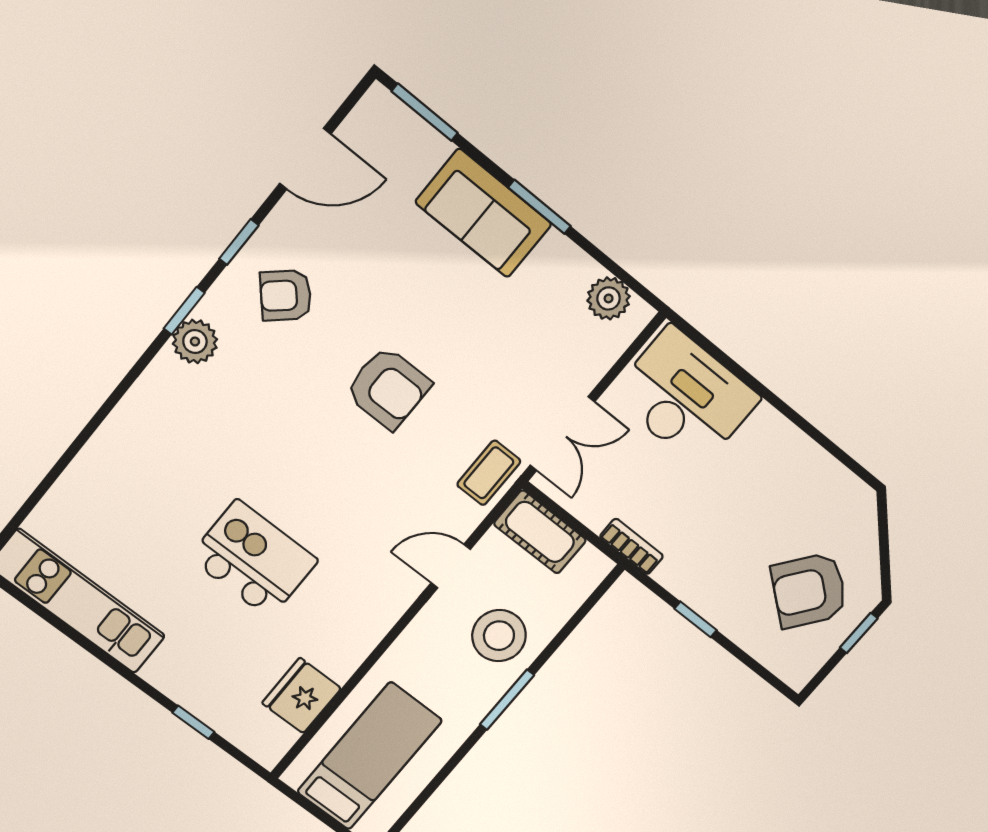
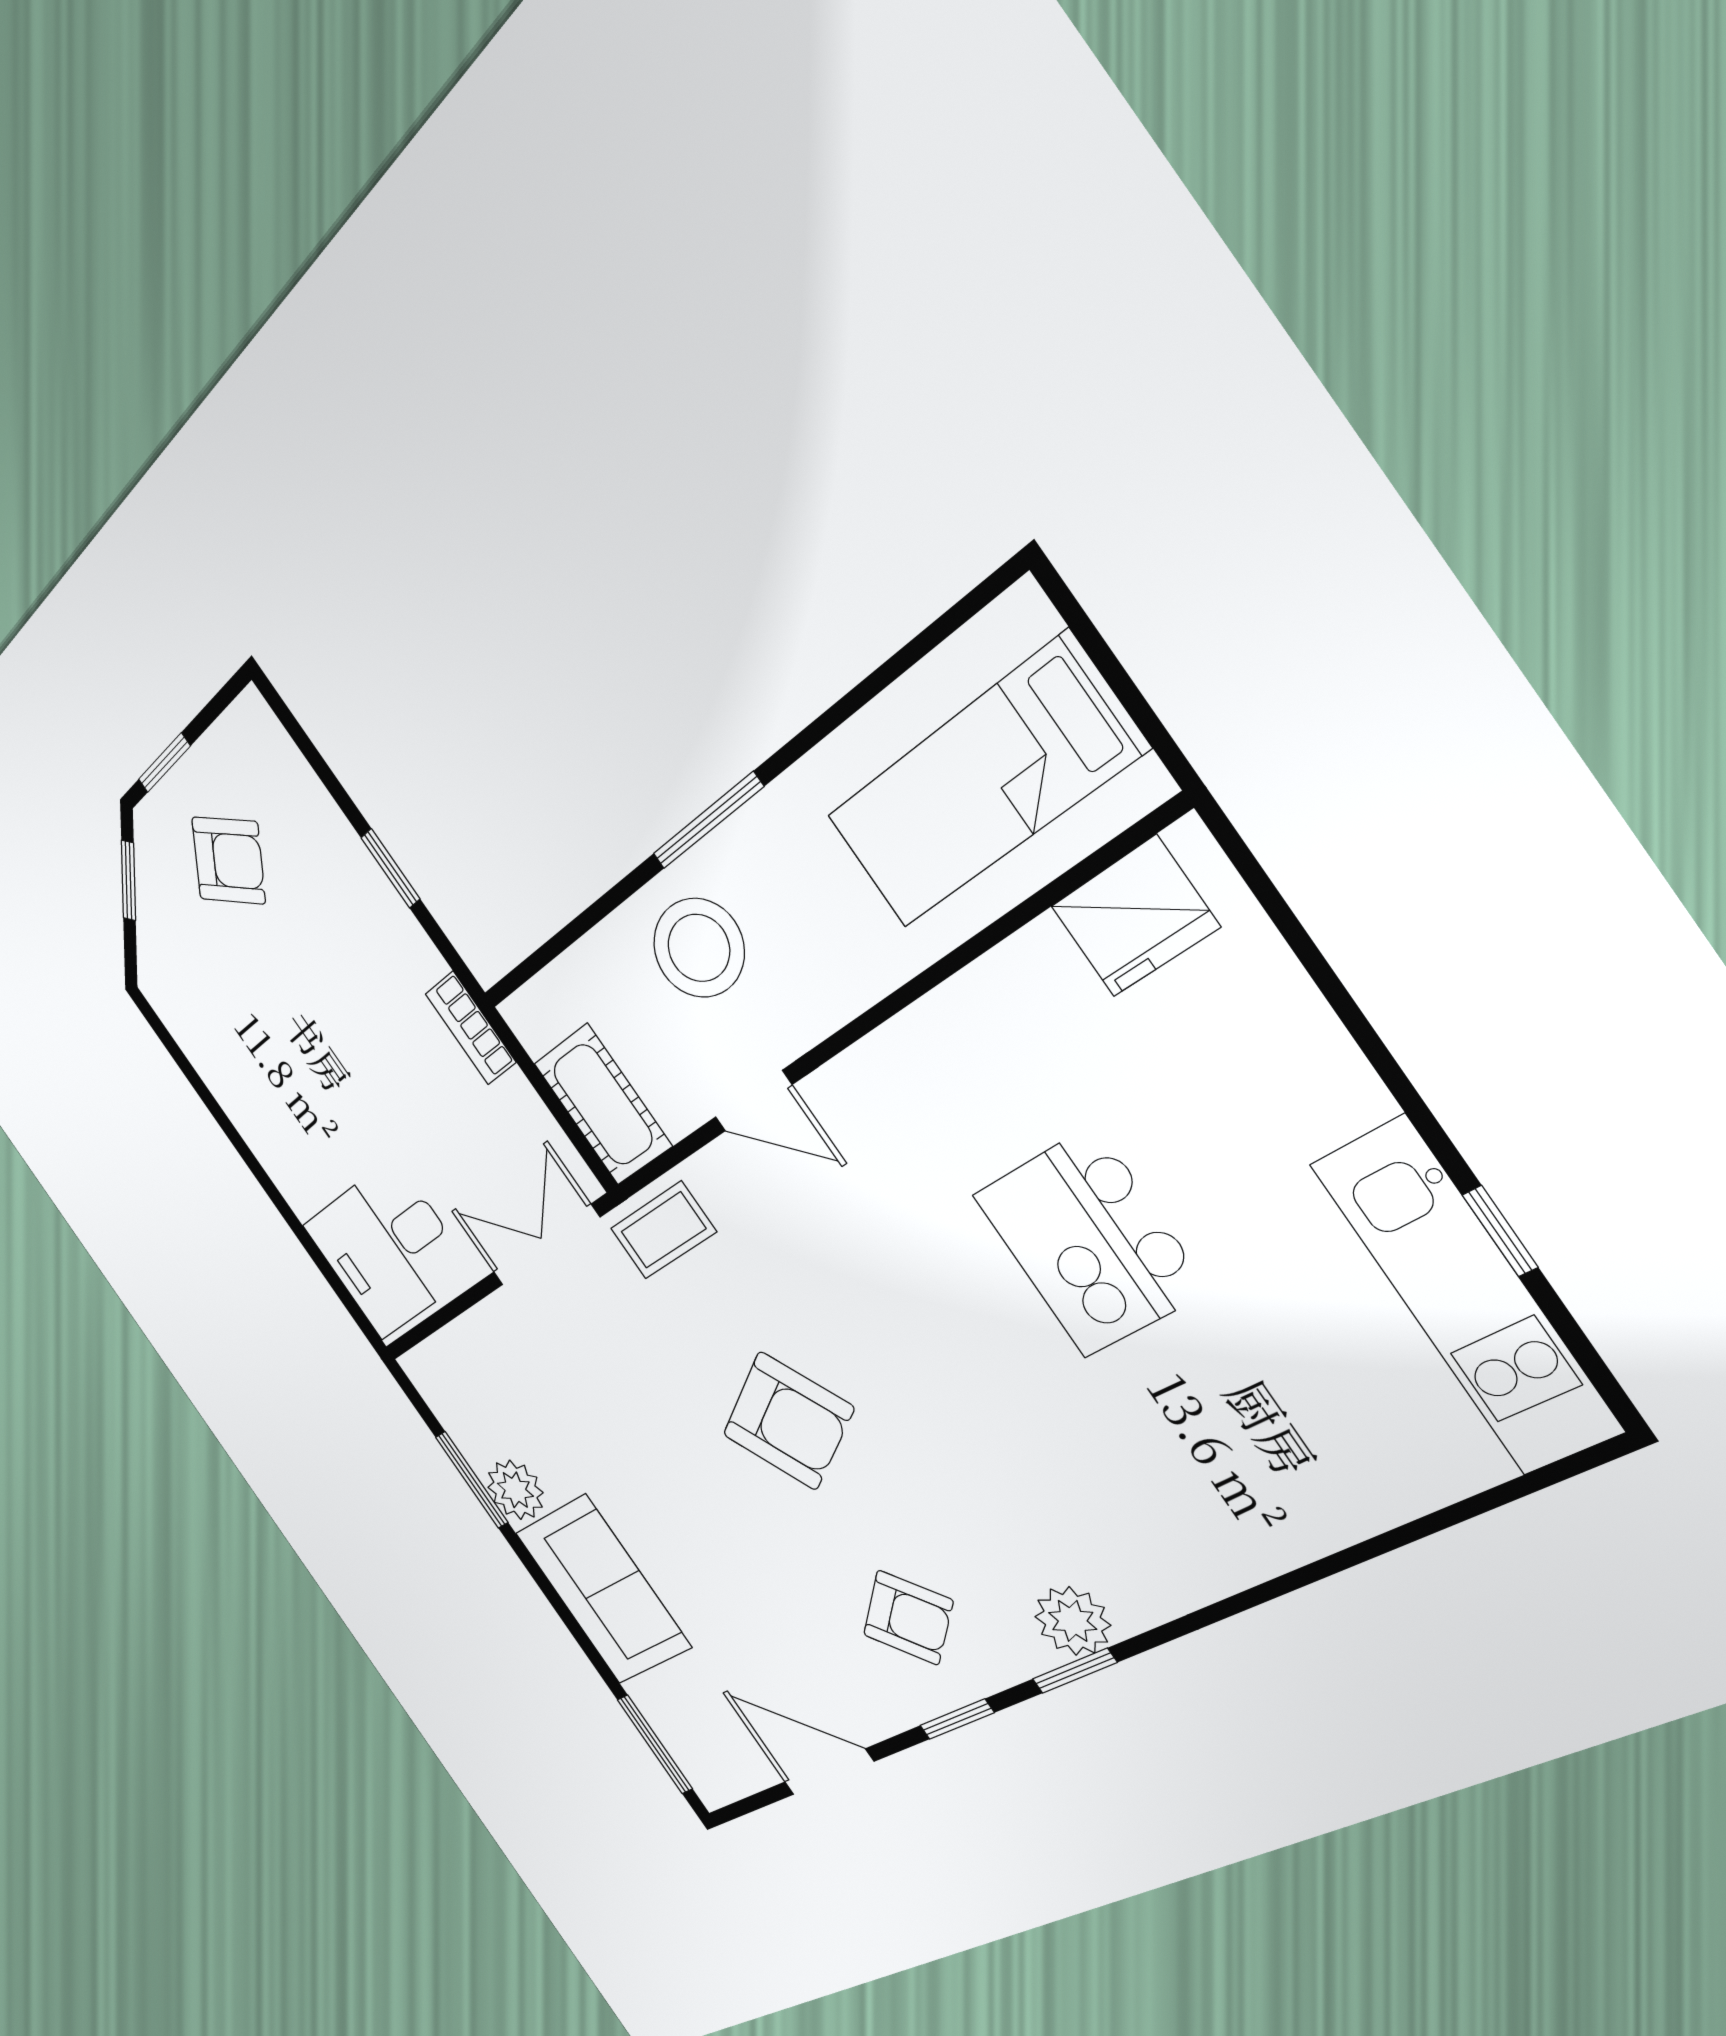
window: (539, 207) -> (472, 1480), moved
plant: (609, 298) -> (515, 1490), moved
armchair: (388, 388) -> (788, 1421), turned 150
desk: (685, 397) -> (388, 1249), width x0.73
window: (885, 556) -> (128, 881), added
armchair: (809, 590) -> (229, 861), width x0.72, depth x0.72
fridge: (302, 696) -> (1135, 917), moved
window: (193, 722) -> (1500, 1231), moved

